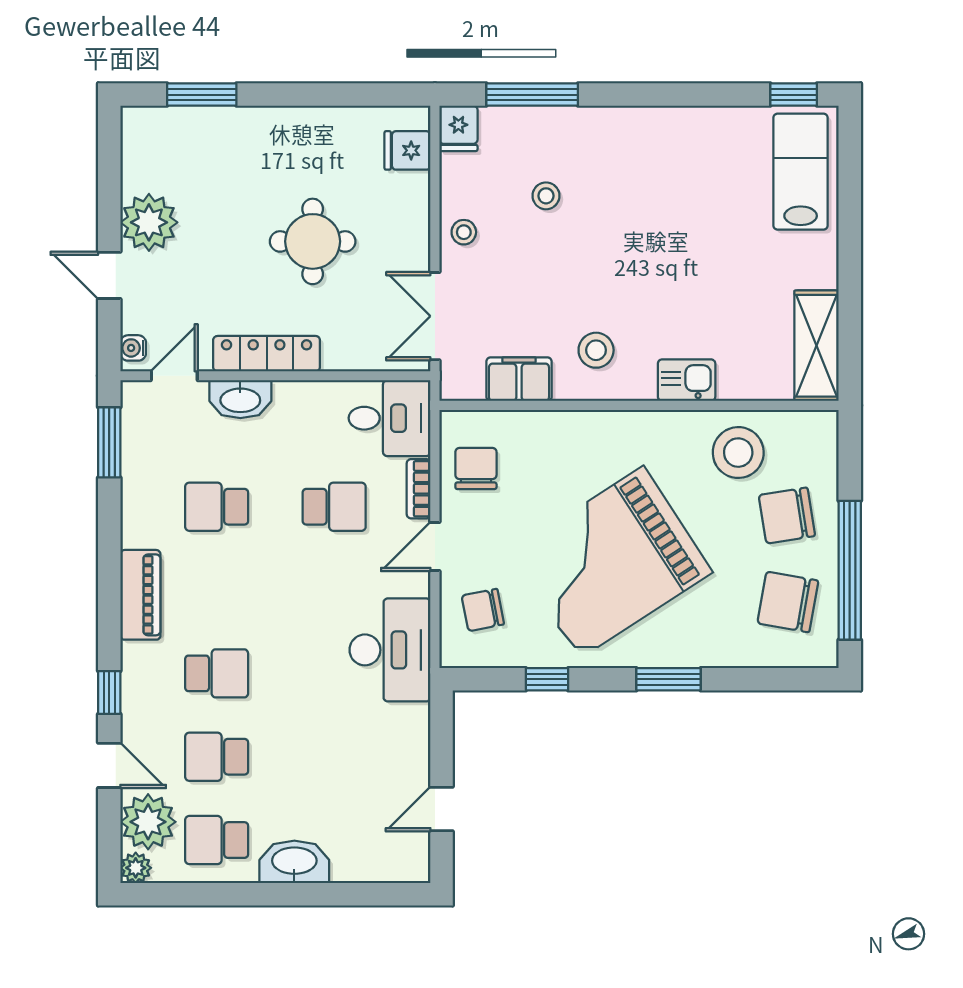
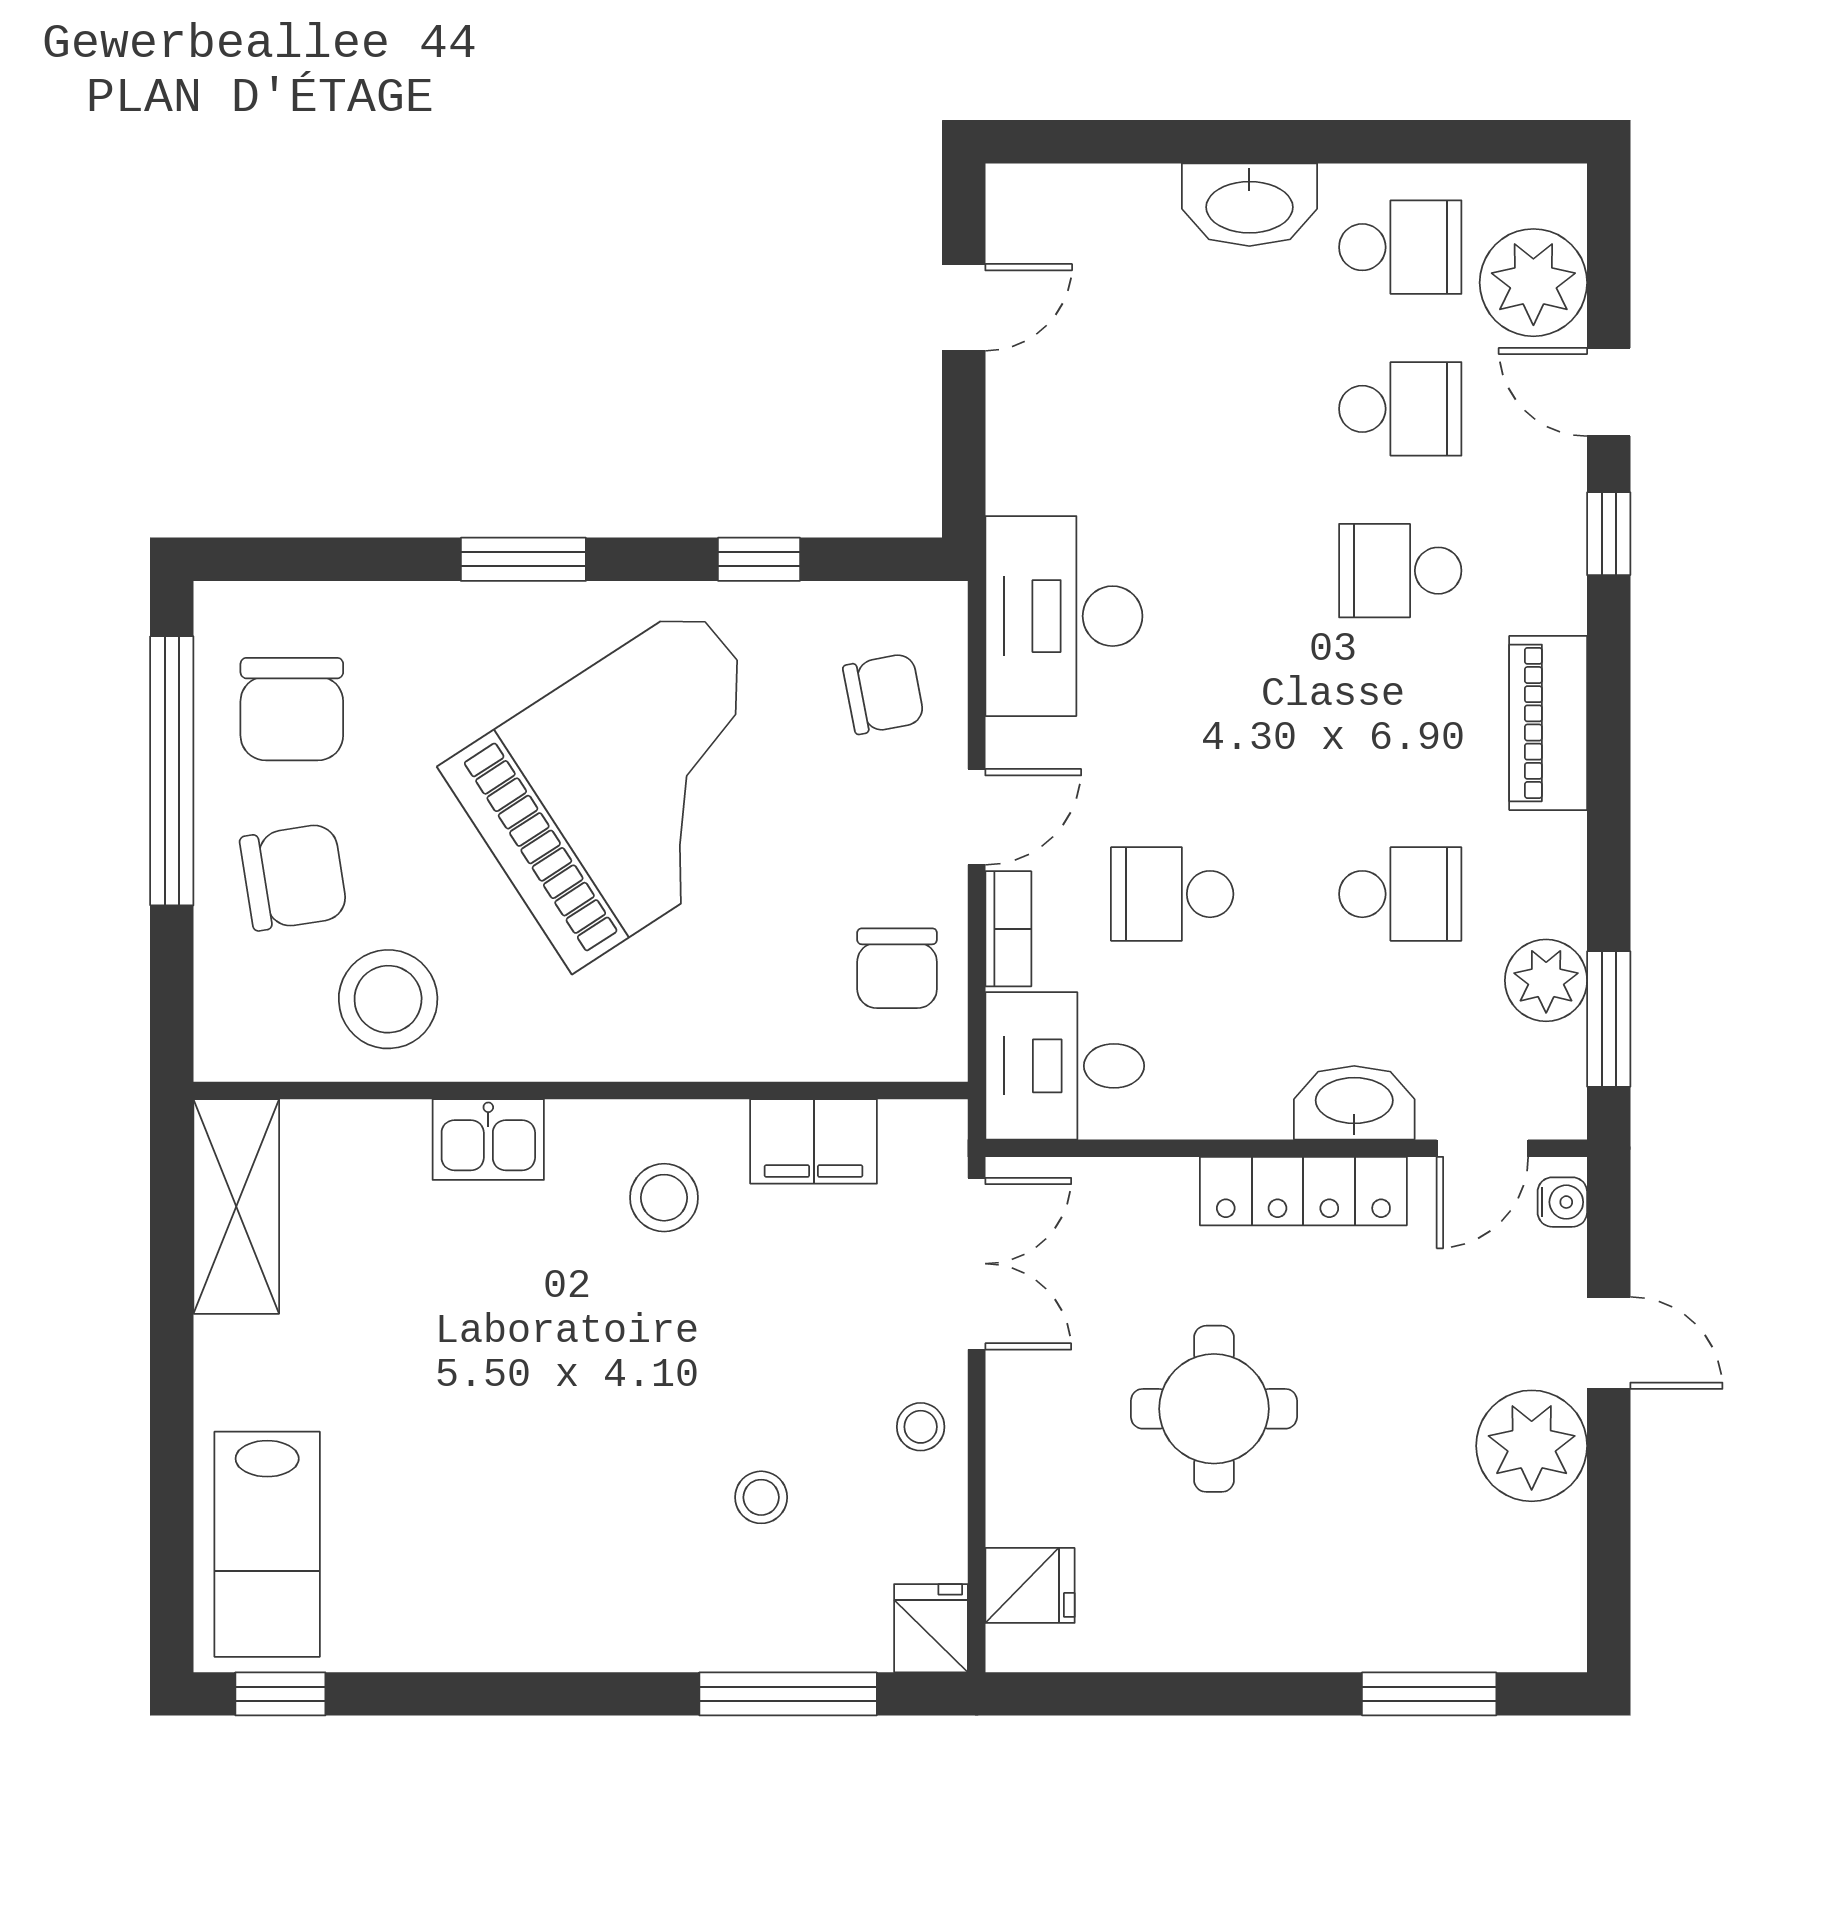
chair: (788, 602) -> (292, 709), turned 80
plant: (136, 868) -> (1546, 980), moved, width x1.38, depth x1.38

